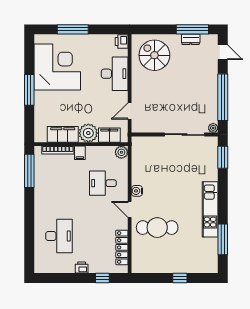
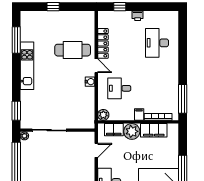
desk: (103, 183) -> (119, 88), turned 180
locker: (122, 247) -> (103, 43), moved

